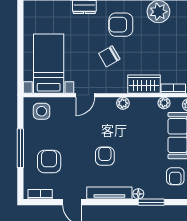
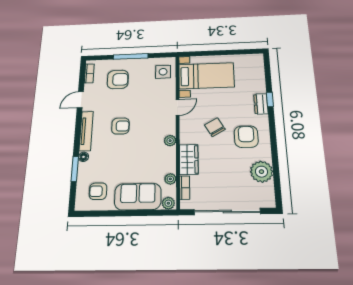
door: (85, 95) -> (178, 107), swing flipped

